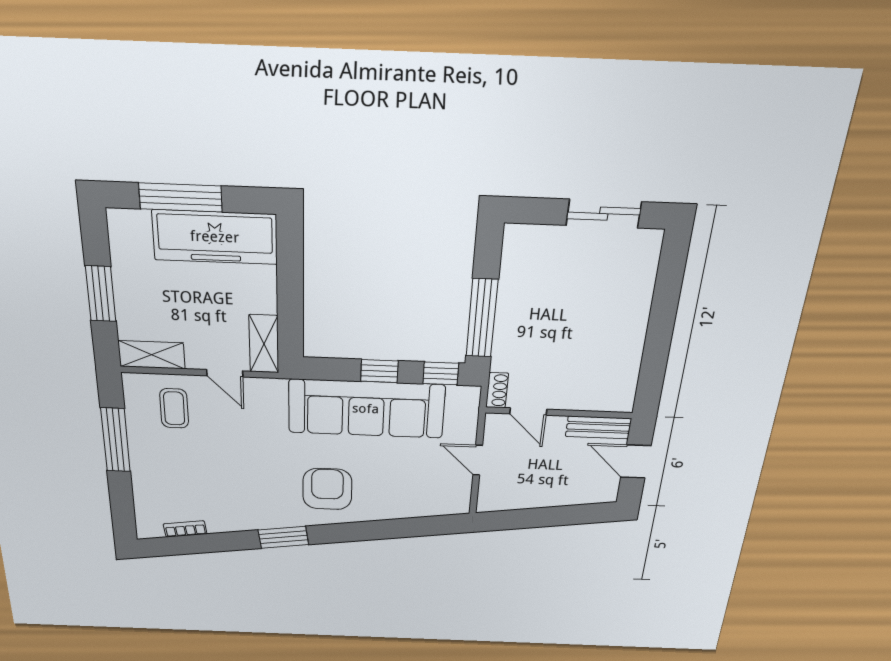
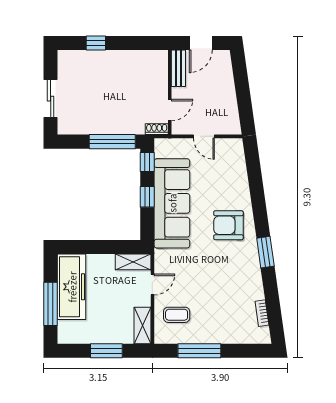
sliding door: (604, 214) -> (51, 99), moved
window: (666, 297) -> (96, 43), added
door: (478, 460) -> (204, 136), hinge flipped

